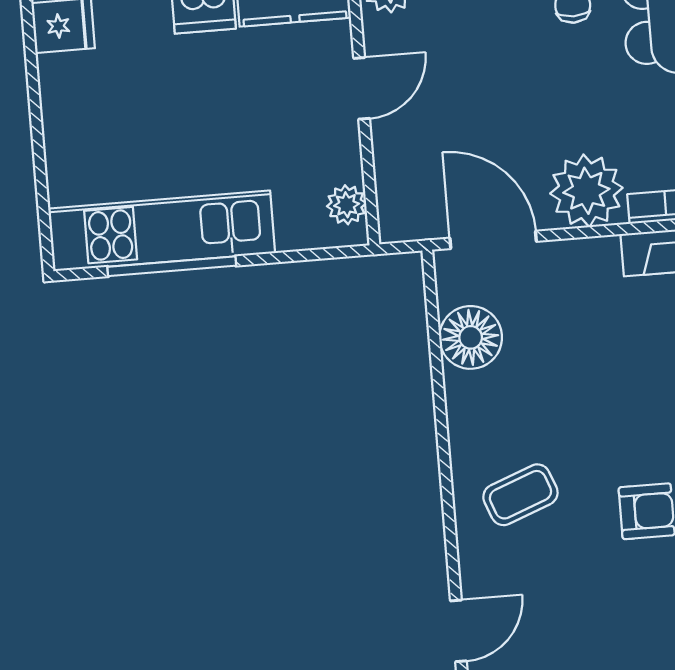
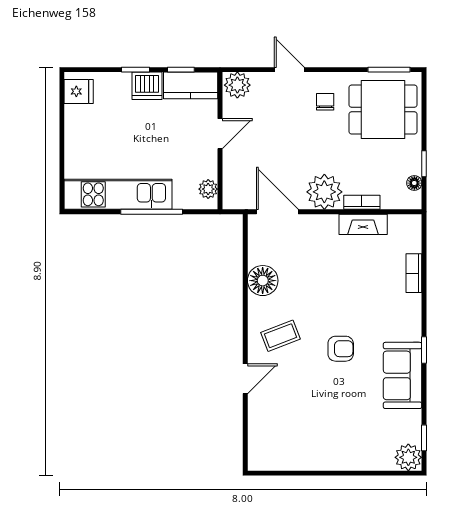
window: (172, 266) -> (152, 212), moved
floor lamp: (471, 337) -> (263, 281), moved
door: (458, 631) -> (245, 379), moved

